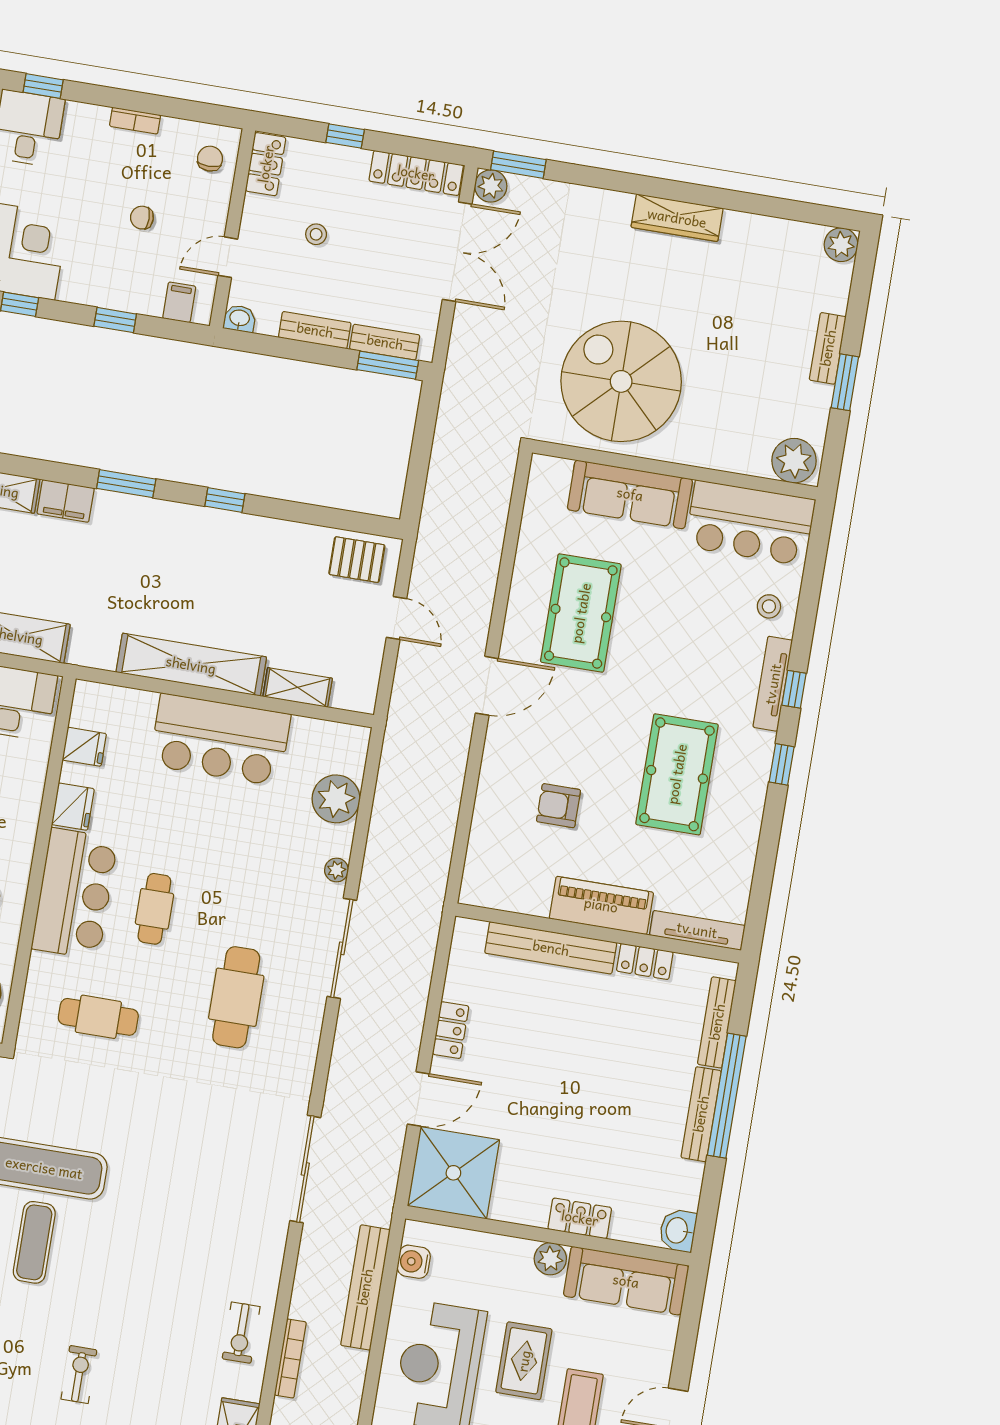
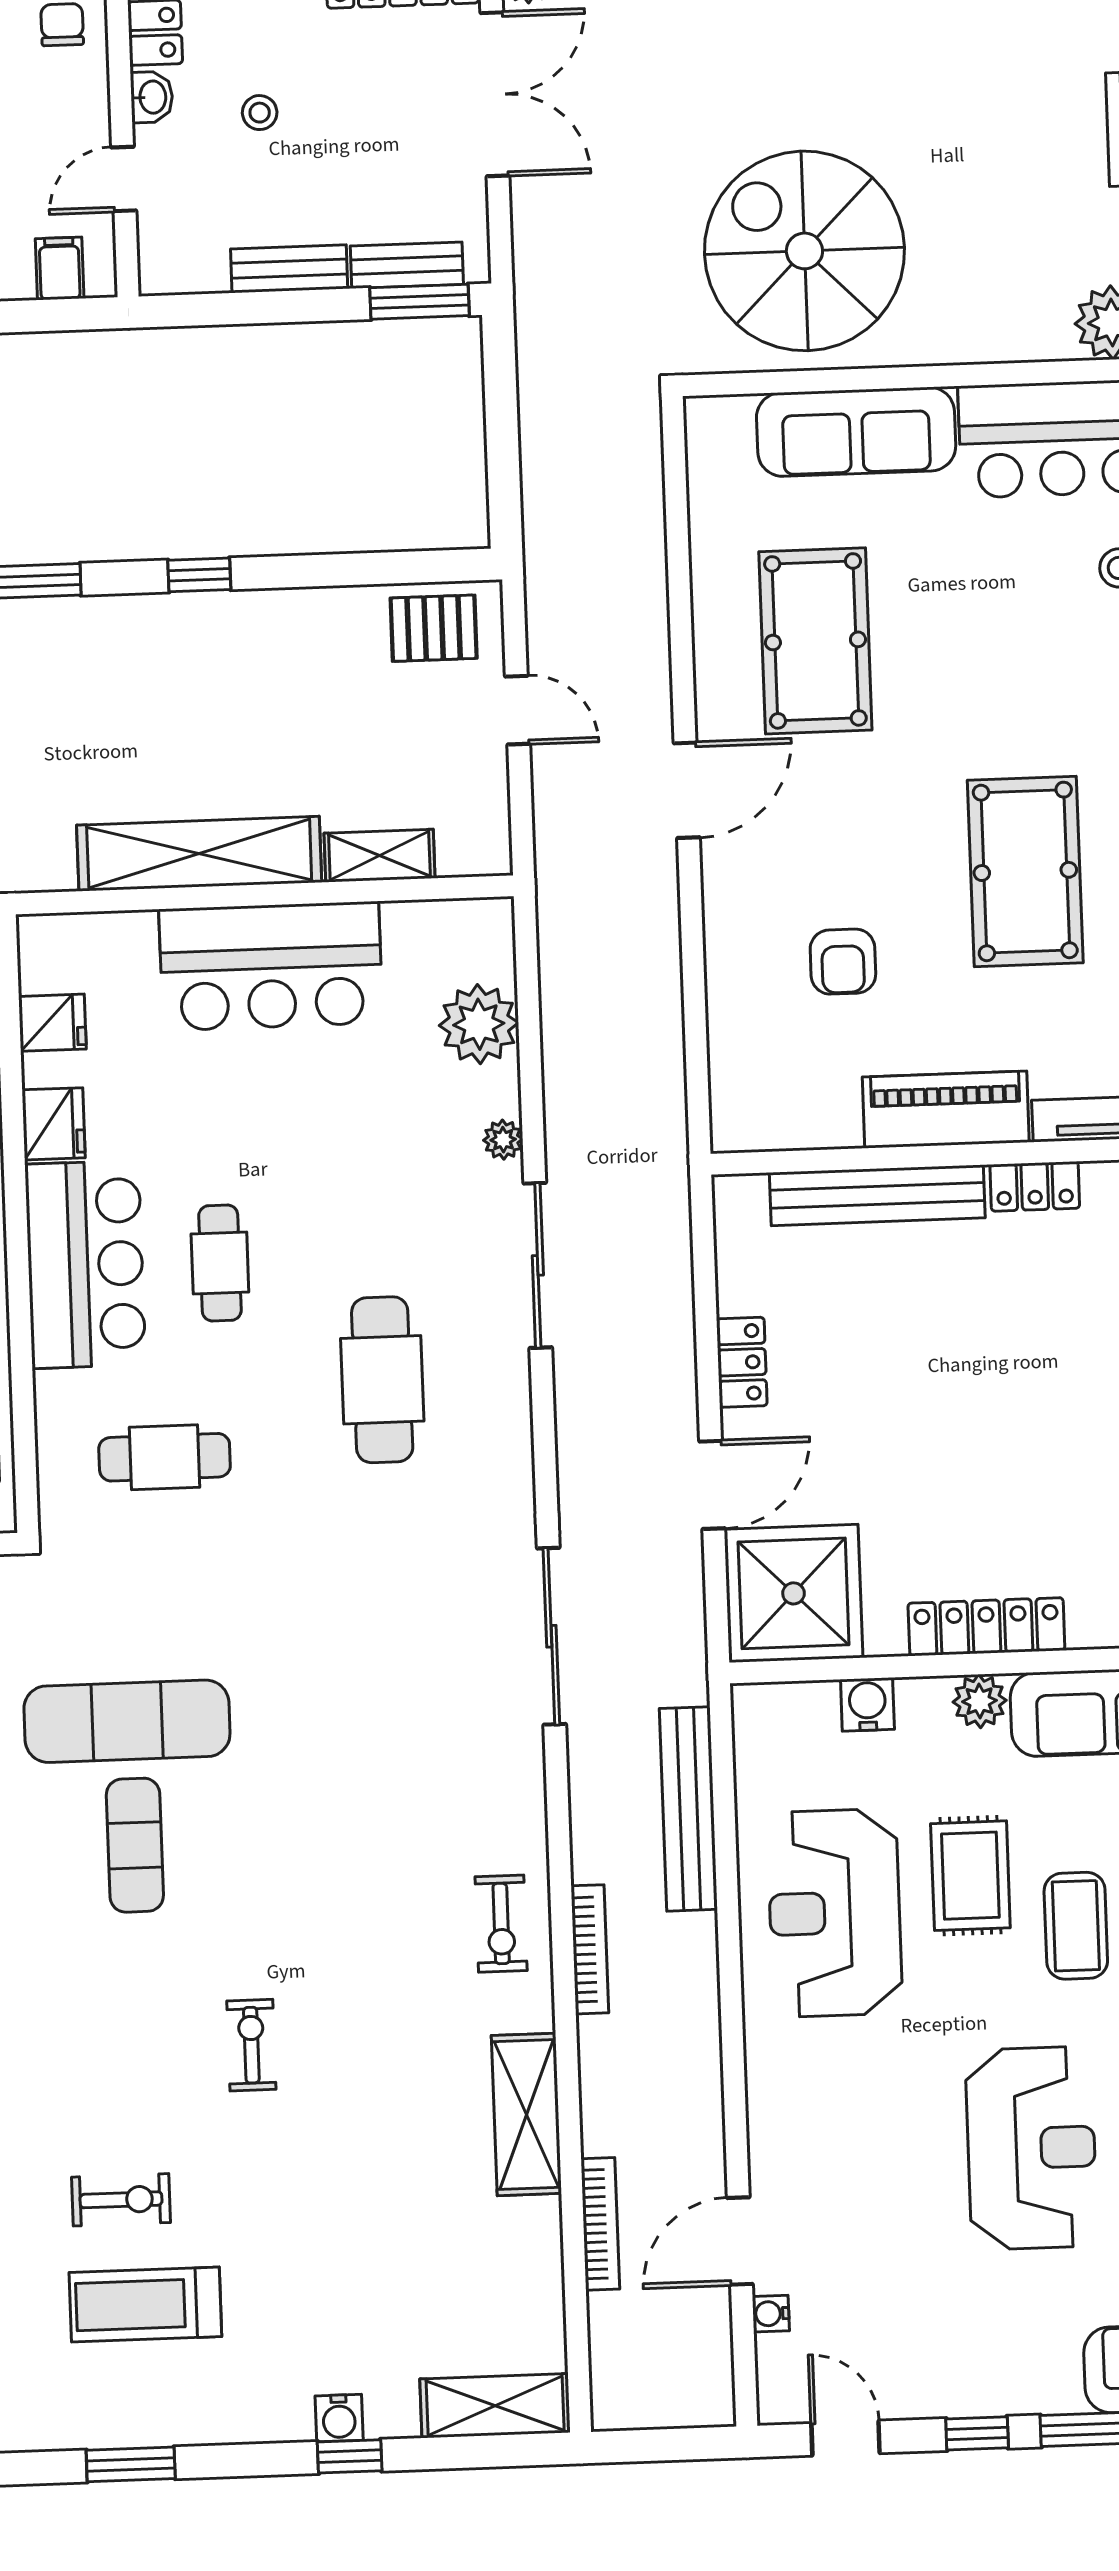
washbasin: (240, 319) -> (152, 97), moved, turned 90
armchair: (558, 806) -> (843, 962), turned -90
locker: (580, 1218) -> (986, 1627), width x1.53
water cooler: (414, 1262) -> (867, 1704), moved, turned 90

